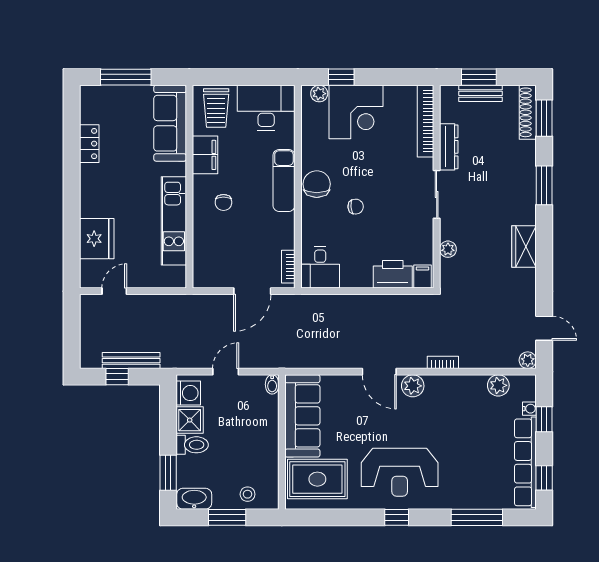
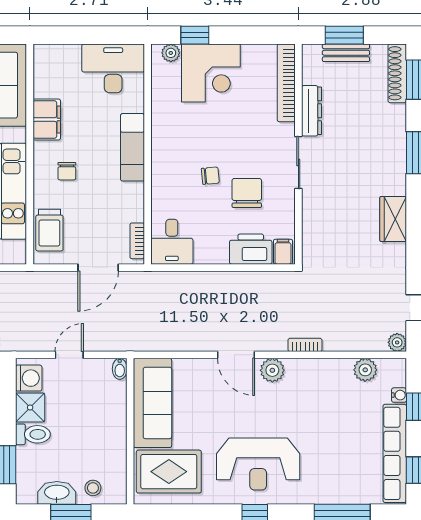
trolley: (216, 108) -> (49, 230), moved
chair: (317, 184) -> (247, 193), moved
plant: (448, 249) -> (311, 222), removed
washbasin: (194, 499) -> (57, 493), moved

